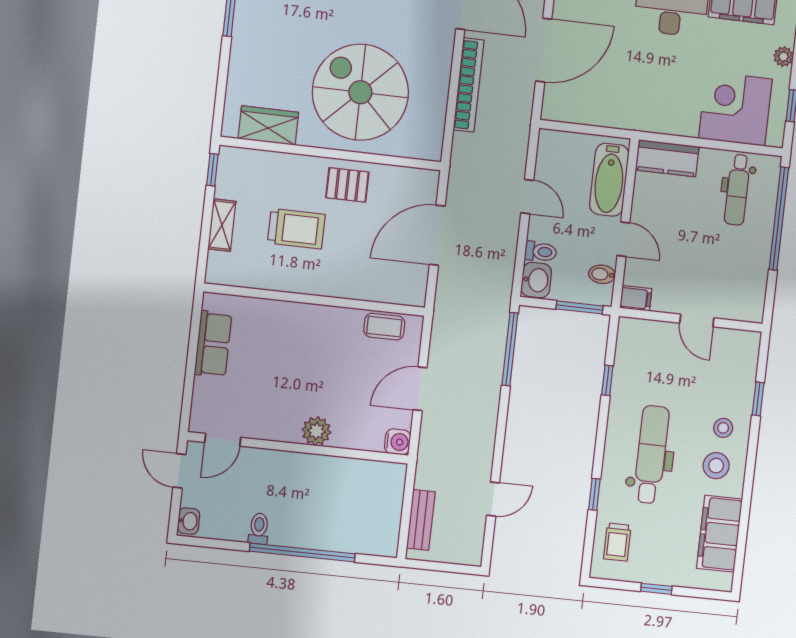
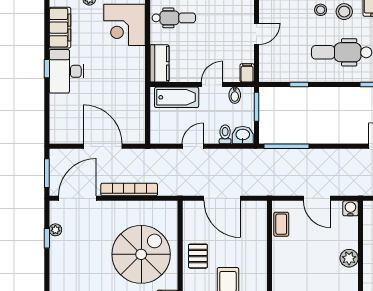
spiral stairs: (360, 92) -> (141, 254), turned 180

